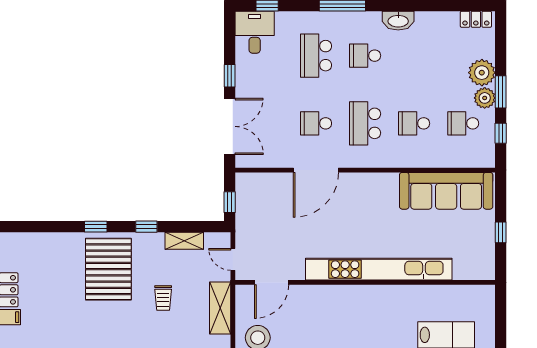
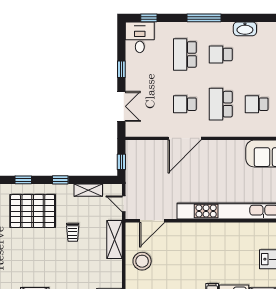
double door: (230, 126) -> (121, 106), width x0.73
pallet: (108, 269) -> (33, 211), turned 90

